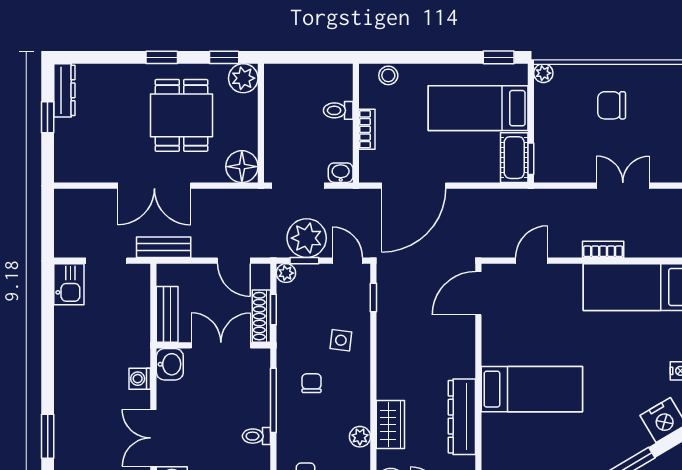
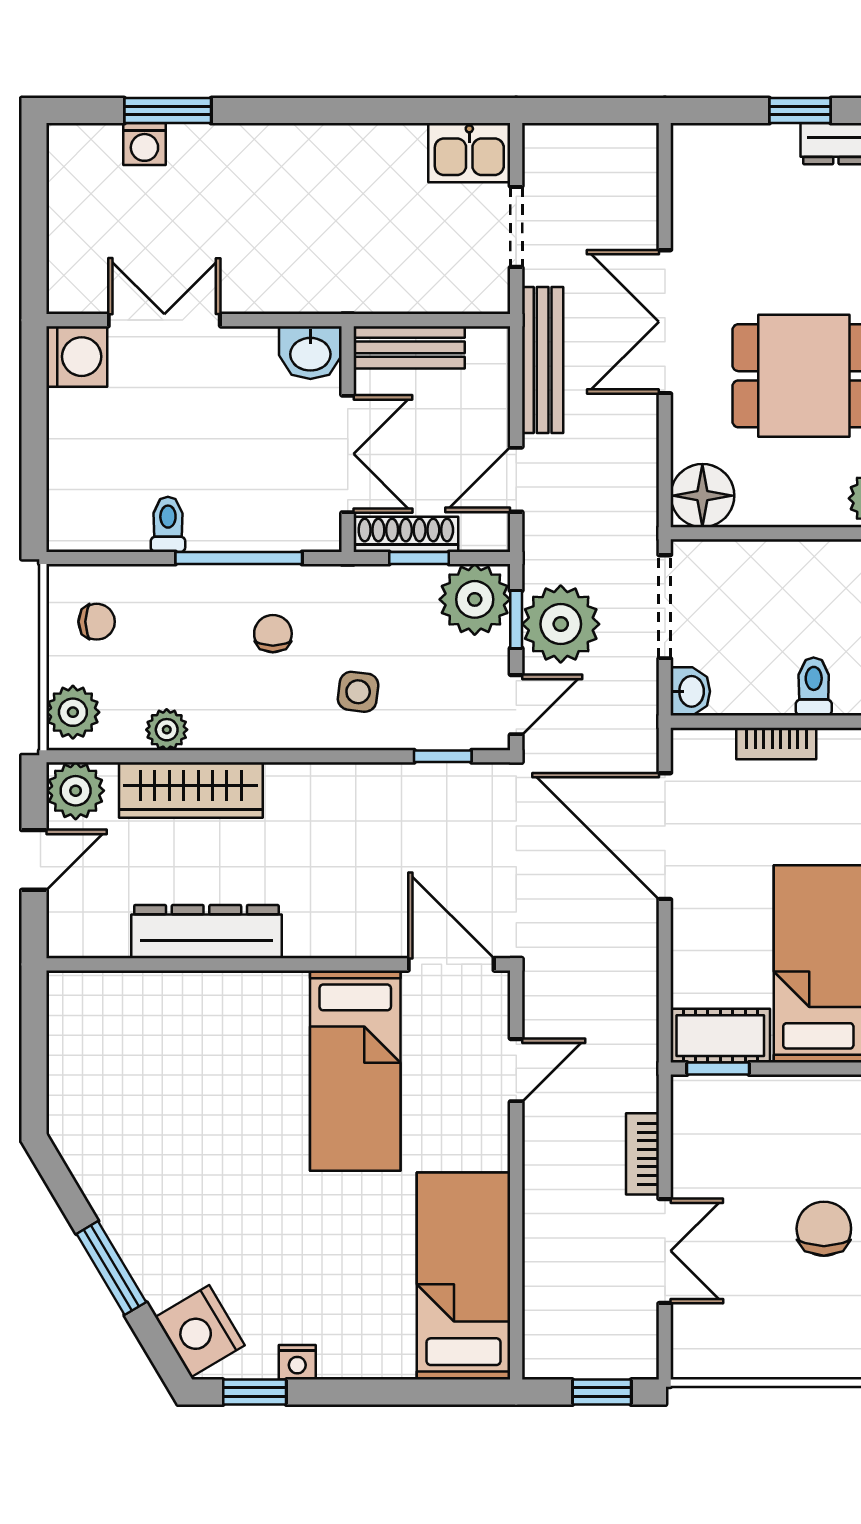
bench: (164, 247) -> (543, 360), width x1.36
bookcase: (603, 249) -> (643, 1154), moved, turned 180
door: (532, 261) -> (516, 1070), hinge flipped
plant: (286, 273) -> (475, 599), width x1.88, depth x1.88
washing machine: (140, 379) -> (144, 144), moved, turned 180
chair: (312, 383) -> (273, 634), turned -90
bed: (532, 389) -> (355, 1071), moved
wardrobe: (390, 425) -> (191, 790), width x1.50

